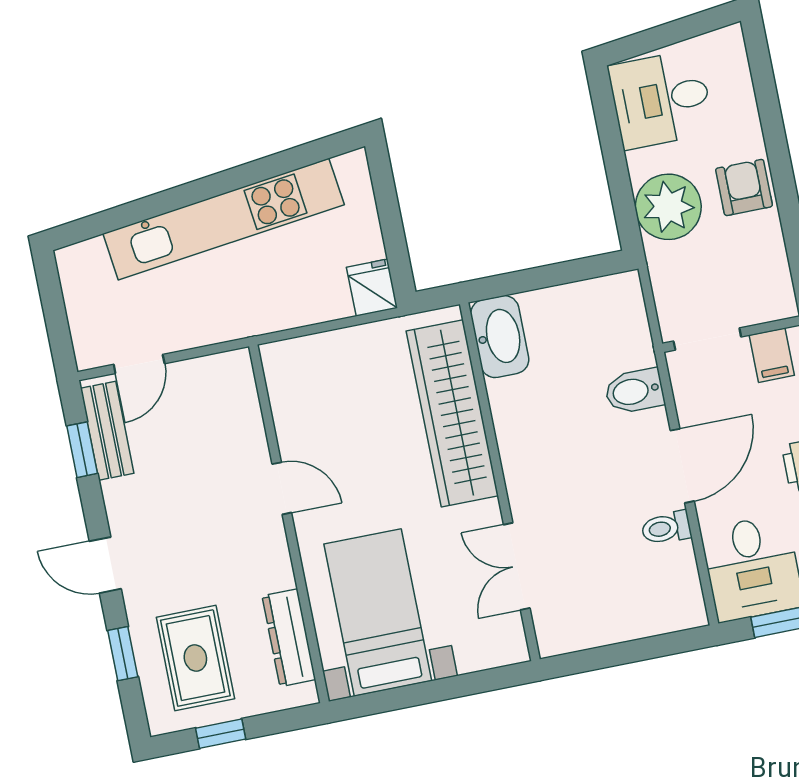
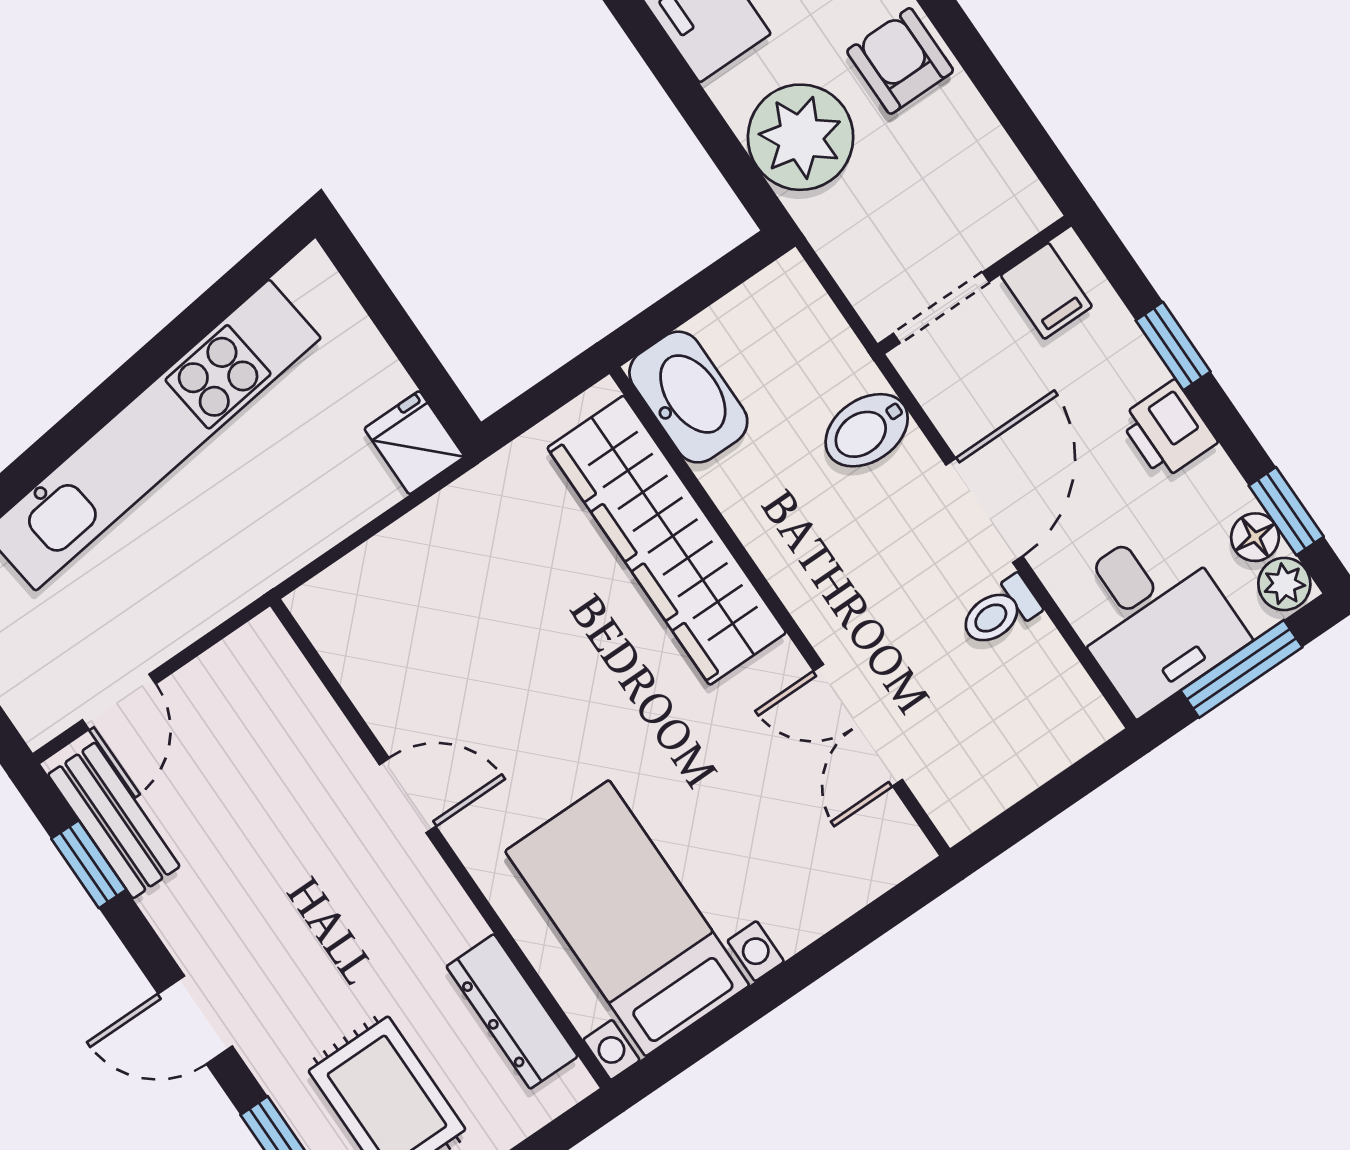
washbasin: (500, 337) -> (688, 397), moved
wardrobe: (452, 413) -> (667, 540), moved
wall: (500, 482) -> (780, 611), moved
double door: (517, 566) -> (858, 725), moved

